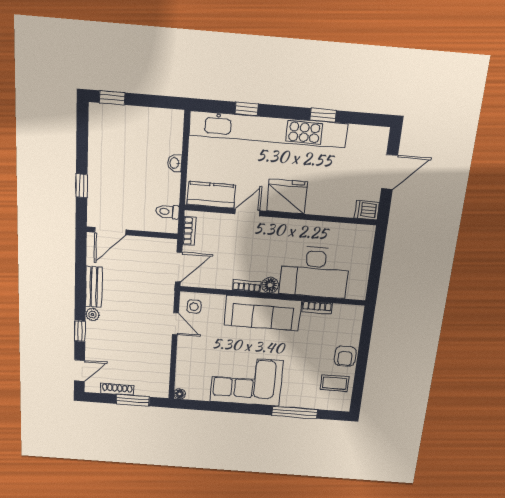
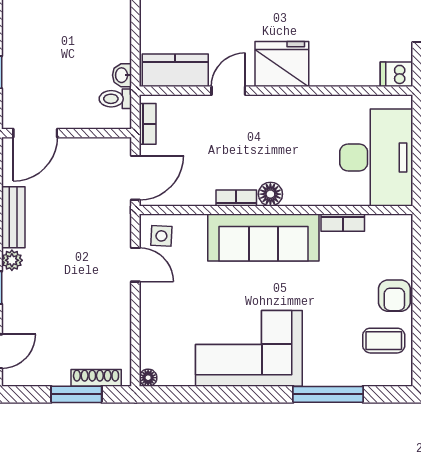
washbasin: (175, 163) -> (122, 75), moved
desk: (315, 272) -> (376, 157), moved, turned -90
shoe rack: (117, 389) -> (96, 378), moved

